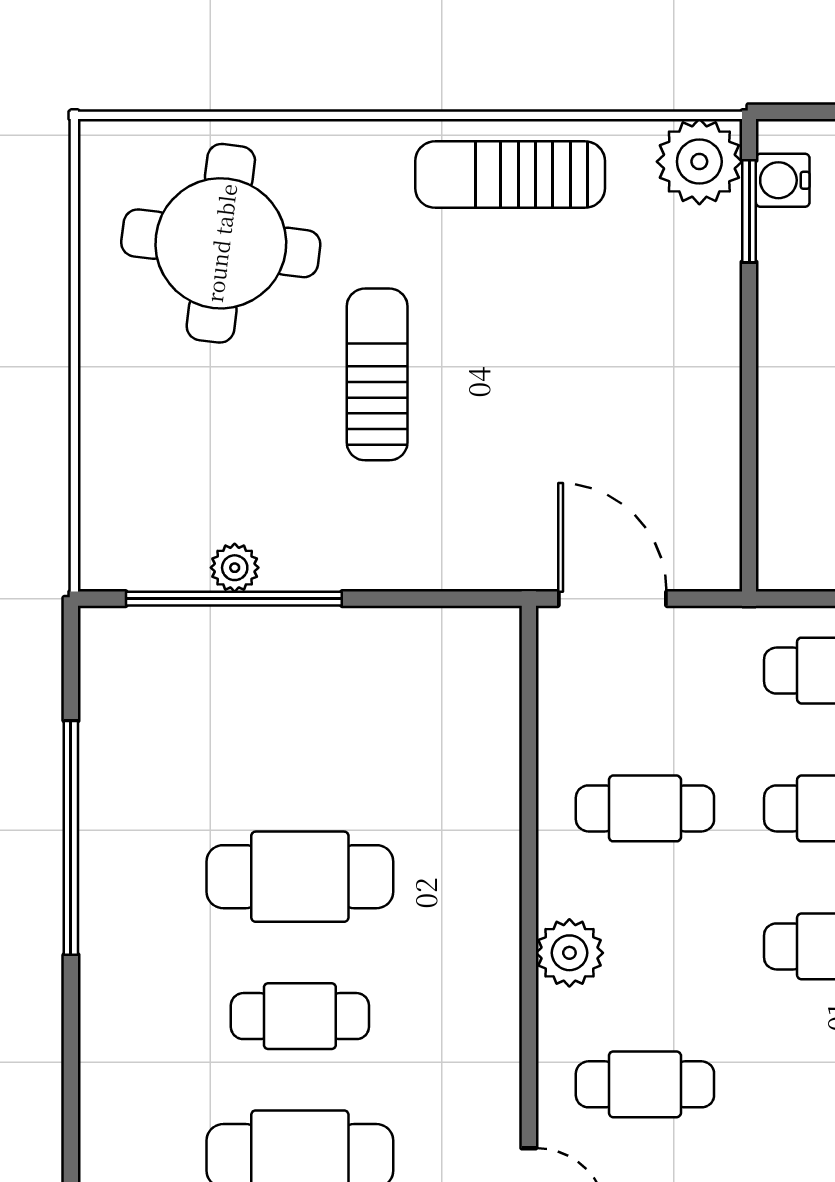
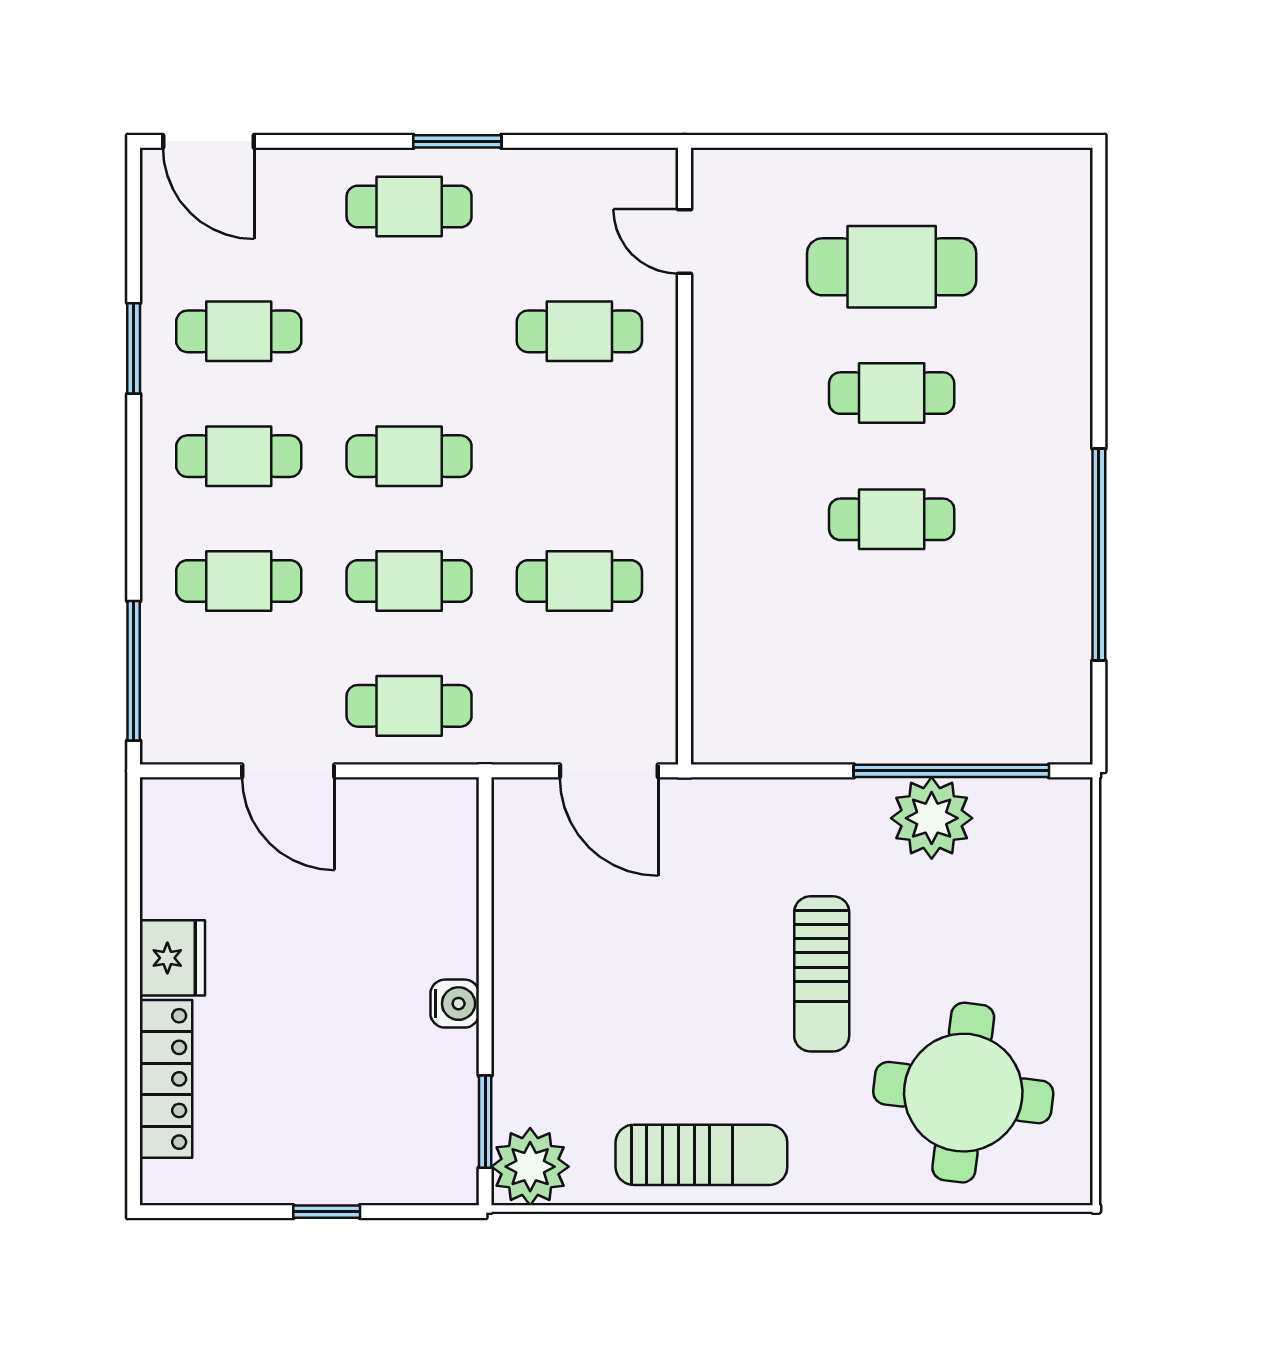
water cooler: (783, 180) -> (455, 1004), moved
plant: (235, 568) -> (932, 818), width x1.88, depth x1.88
cafe table: (300, 877) -> (892, 519), width x0.73, depth x0.74
plant: (569, 953) -> (648, 450), removed

